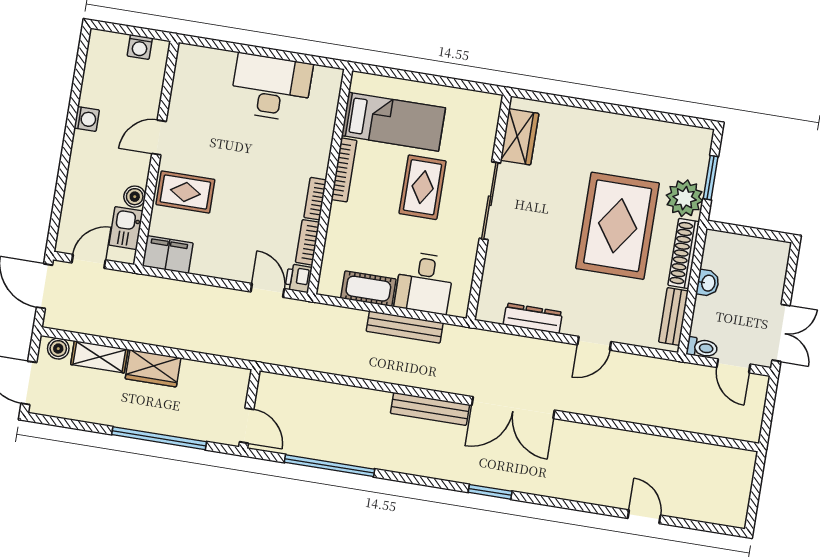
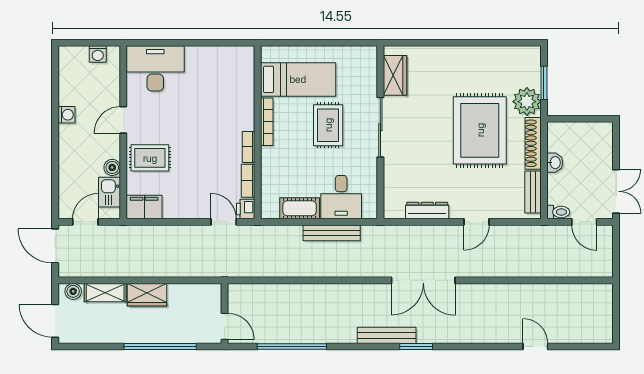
desk: (271, 87) -> (155, 68), moved
bench: (430, 409) -> (387, 335), moved

